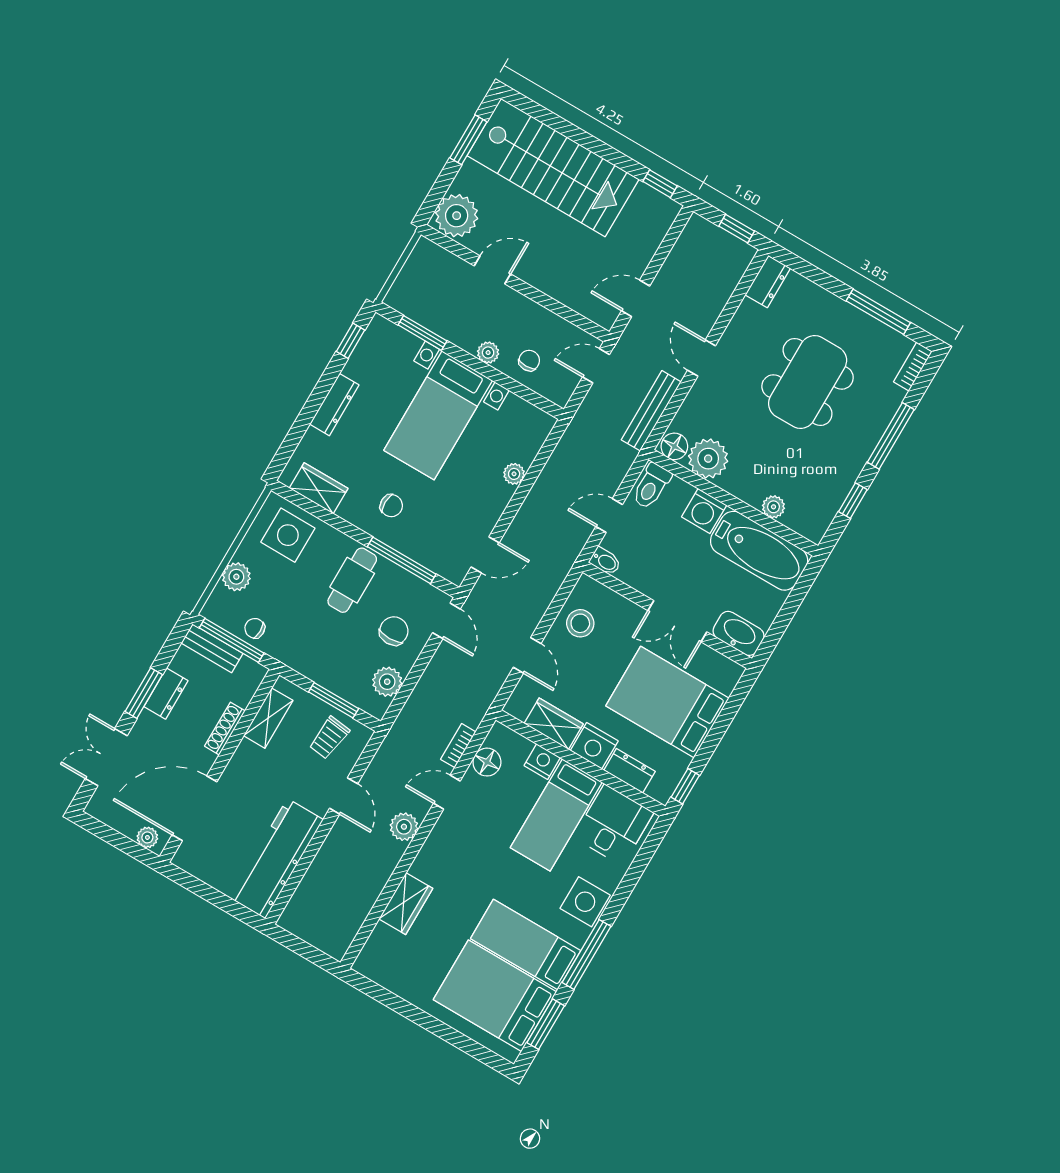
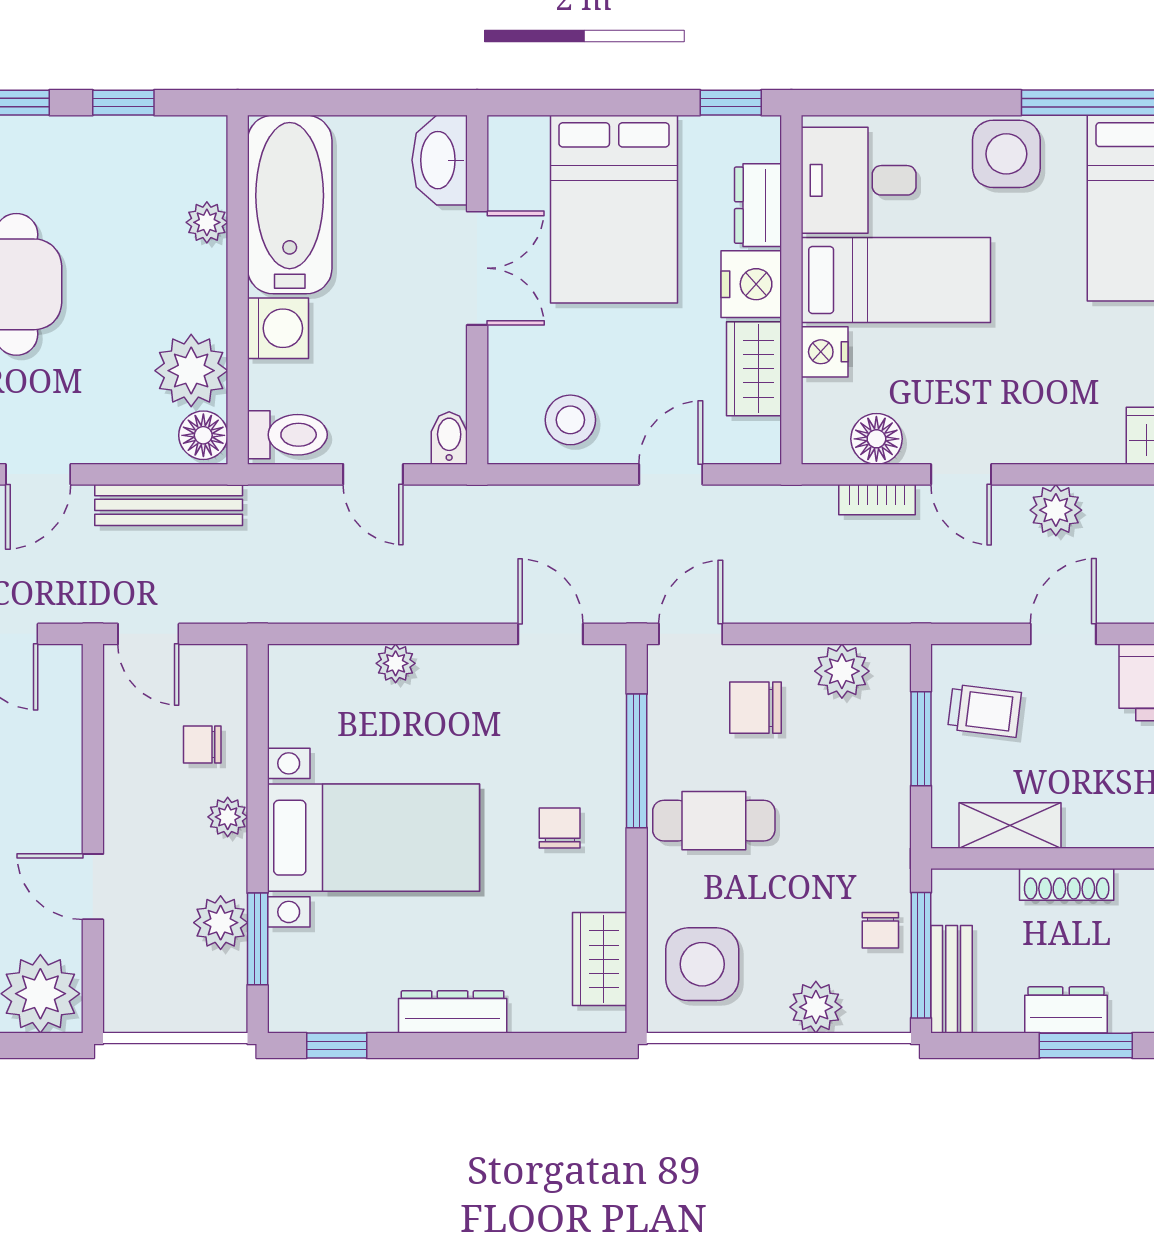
plant: (440, 320) -> (221, 923), added

